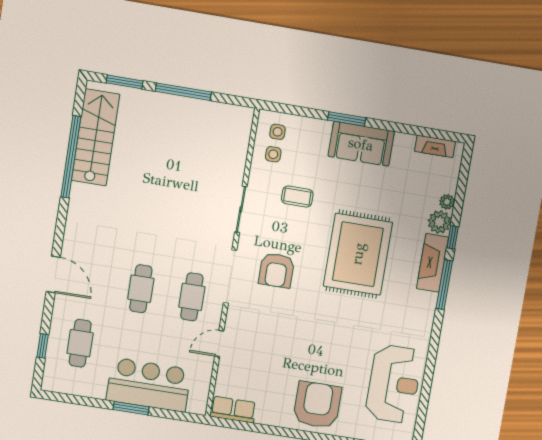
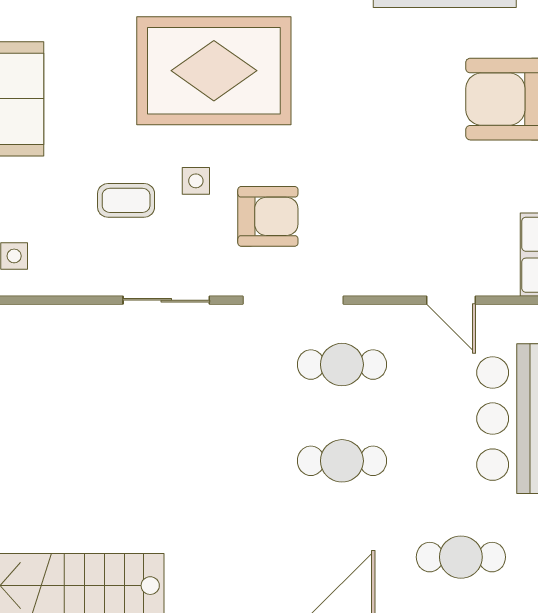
side table: (273, 154) -> (196, 181), moved
coffee table: (297, 197) -> (126, 200), turned 90
door: (219, 343) -> (451, 300), moved

